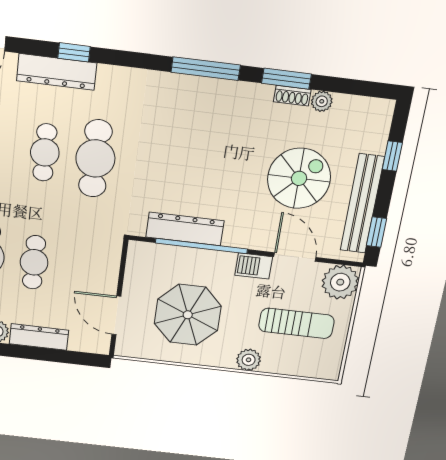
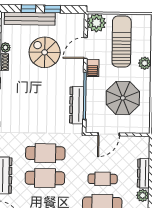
cafe table: (45, 152) -> (45, 178), width x1.37, depth x1.35
bench: (362, 204) -> (30, 19), moved
window: (376, 232) -> (52, 9), moved
door: (116, 315) -> (109, 134), moved
sun lounger: (296, 323) -> (122, 41), width x1.36, depth x1.34

